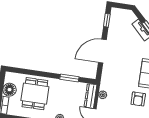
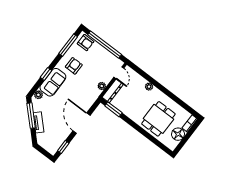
door: (102, 51) -> (82, 123), swing flipped
window: (69, 78) -> (113, 109), moved

